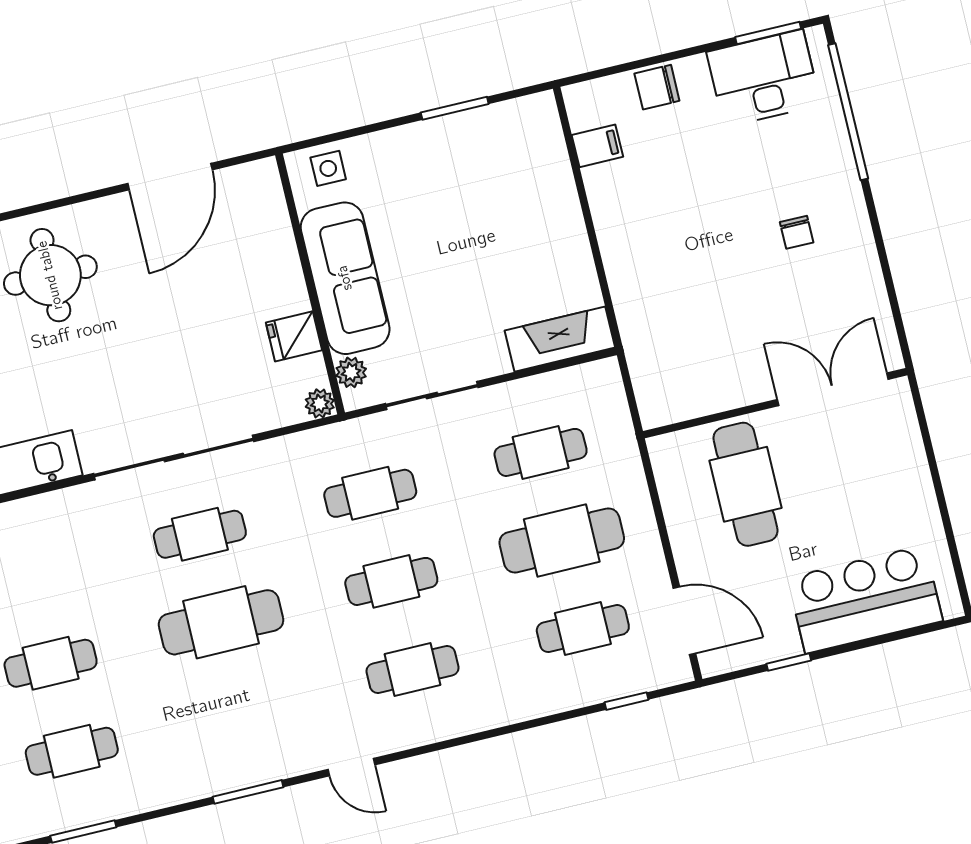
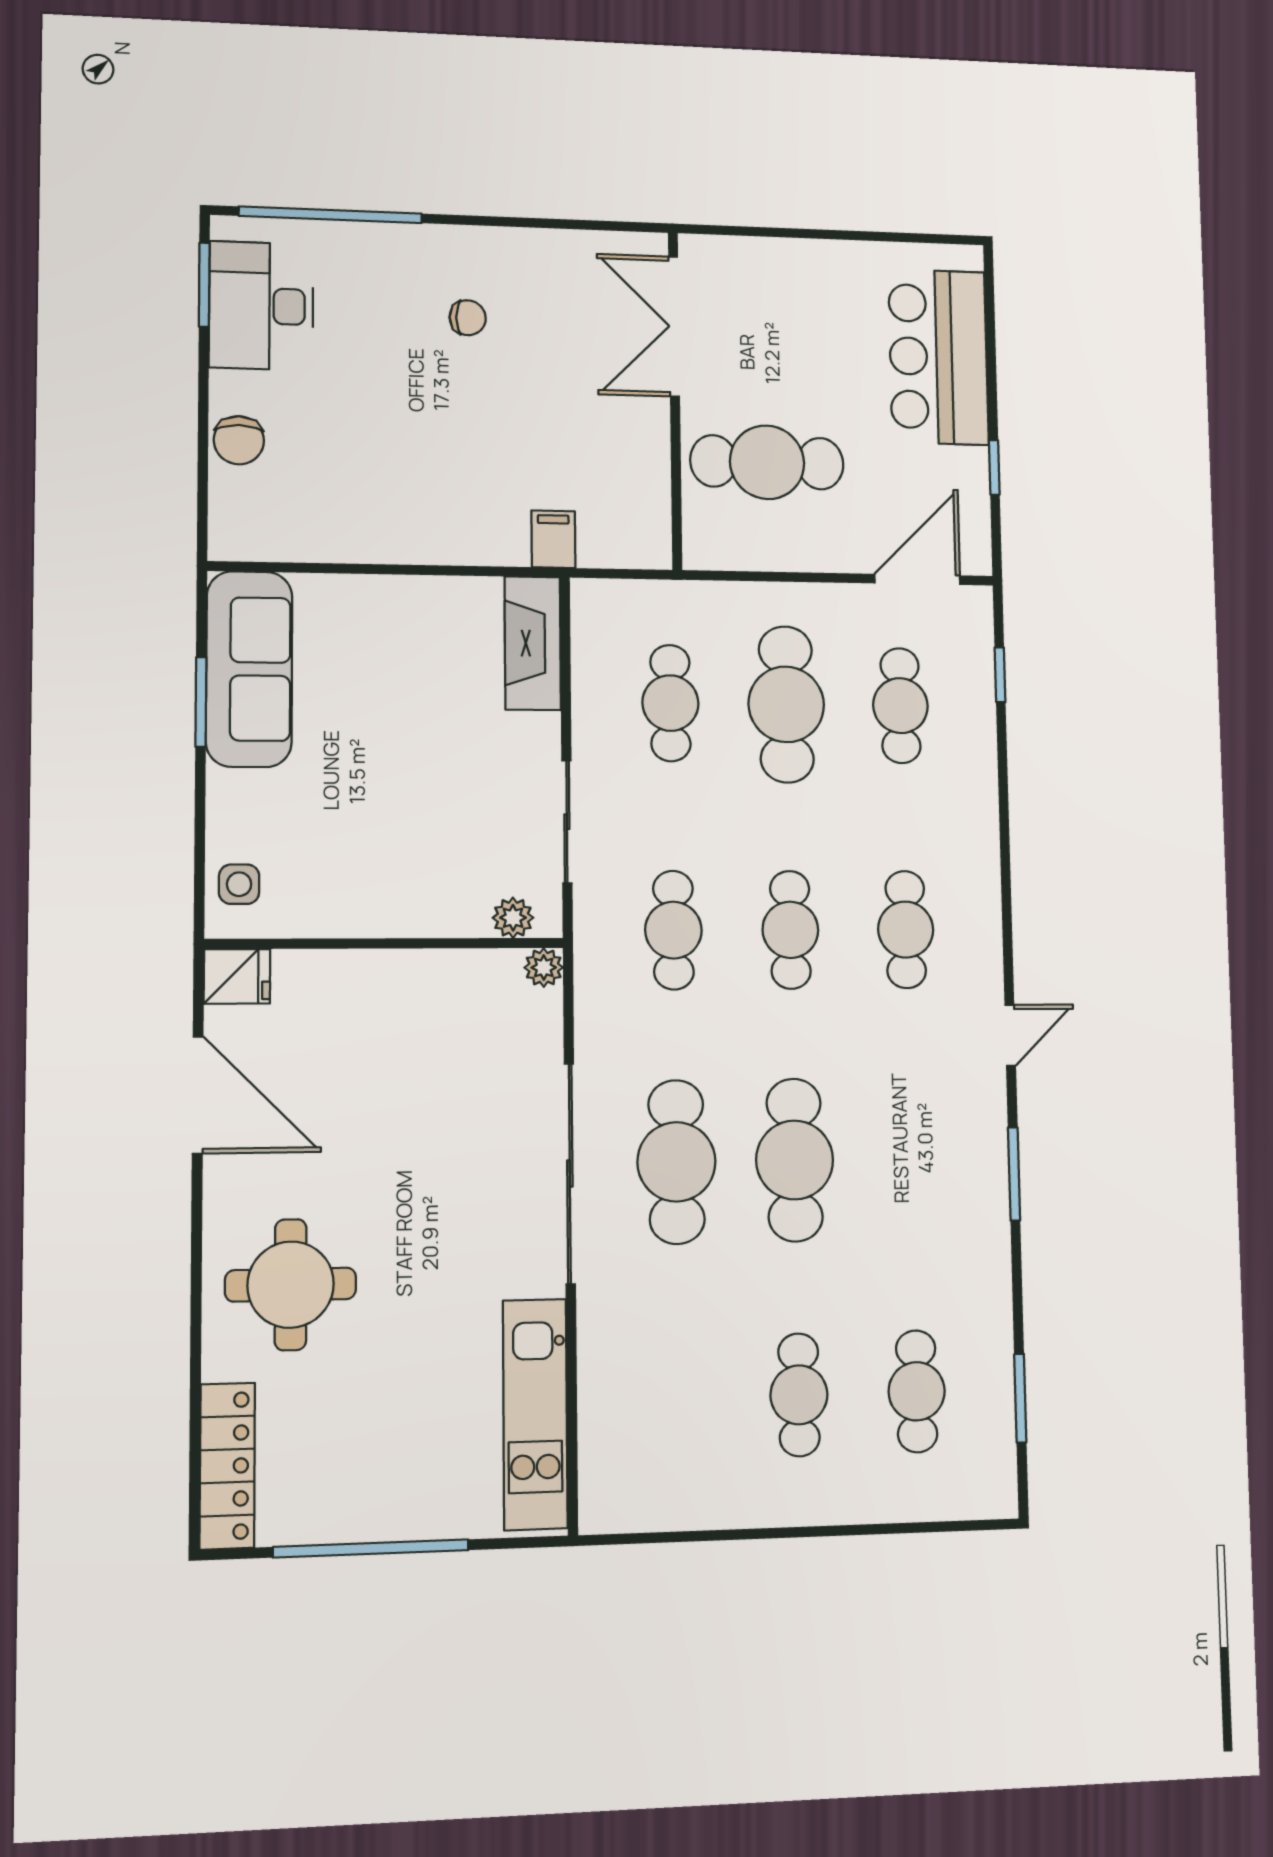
filing cabinet: (597, 146) -> (553, 539), moved
sofa: (345, 278) -> (249, 669), moved, turned 90
fridge: (294, 336) -> (237, 976), moved, turned -90
cafe table: (200, 534) -> (676, 1162), width x1.37, depth x1.35

